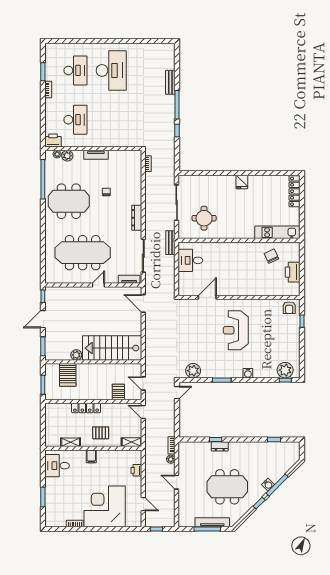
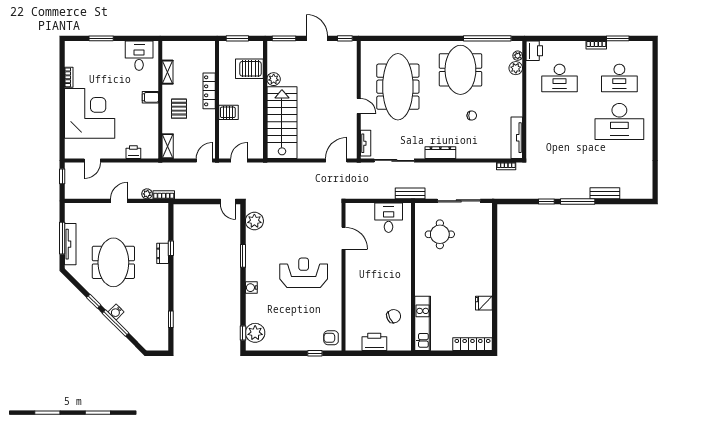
tv unit: (96, 155) -> (517, 138), moved, width x1.41
fridge: (242, 182) -> (484, 303), moved
server rack: (118, 392) -> (229, 112), moved

